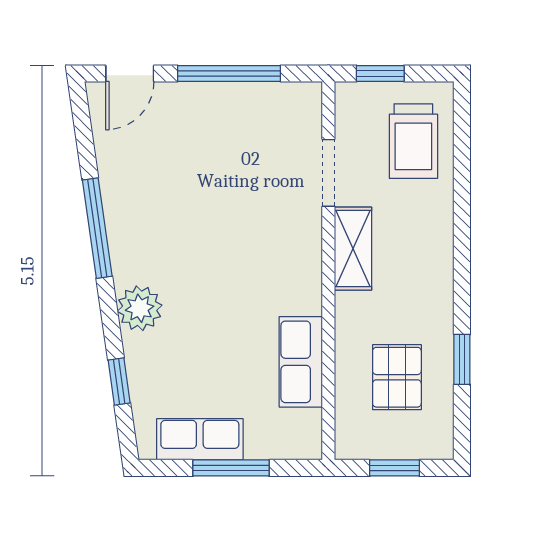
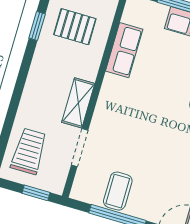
coffee table: (241, 118) -> (118, 191), added
pallet: (397, 377) -> (75, 27), turned 90

